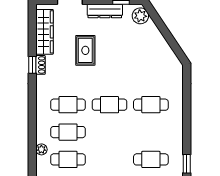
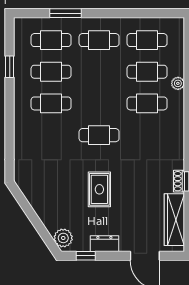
dresser: (105, 11) -> (104, 244), width x0.70
rug: (85, 50) -> (99, 189), moved
cafe table: (68, 105) -> (147, 135), removed
cafe table: (151, 105) -> (51, 103), moved

